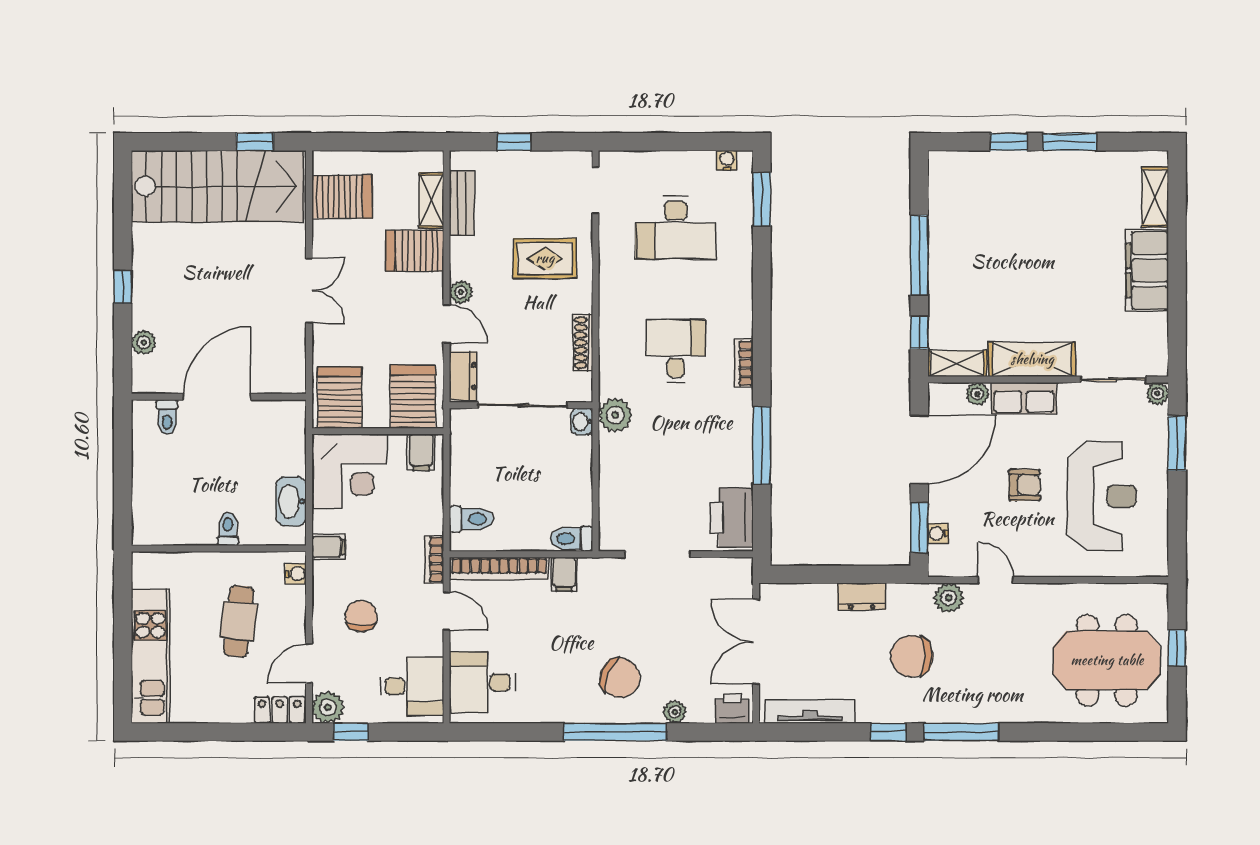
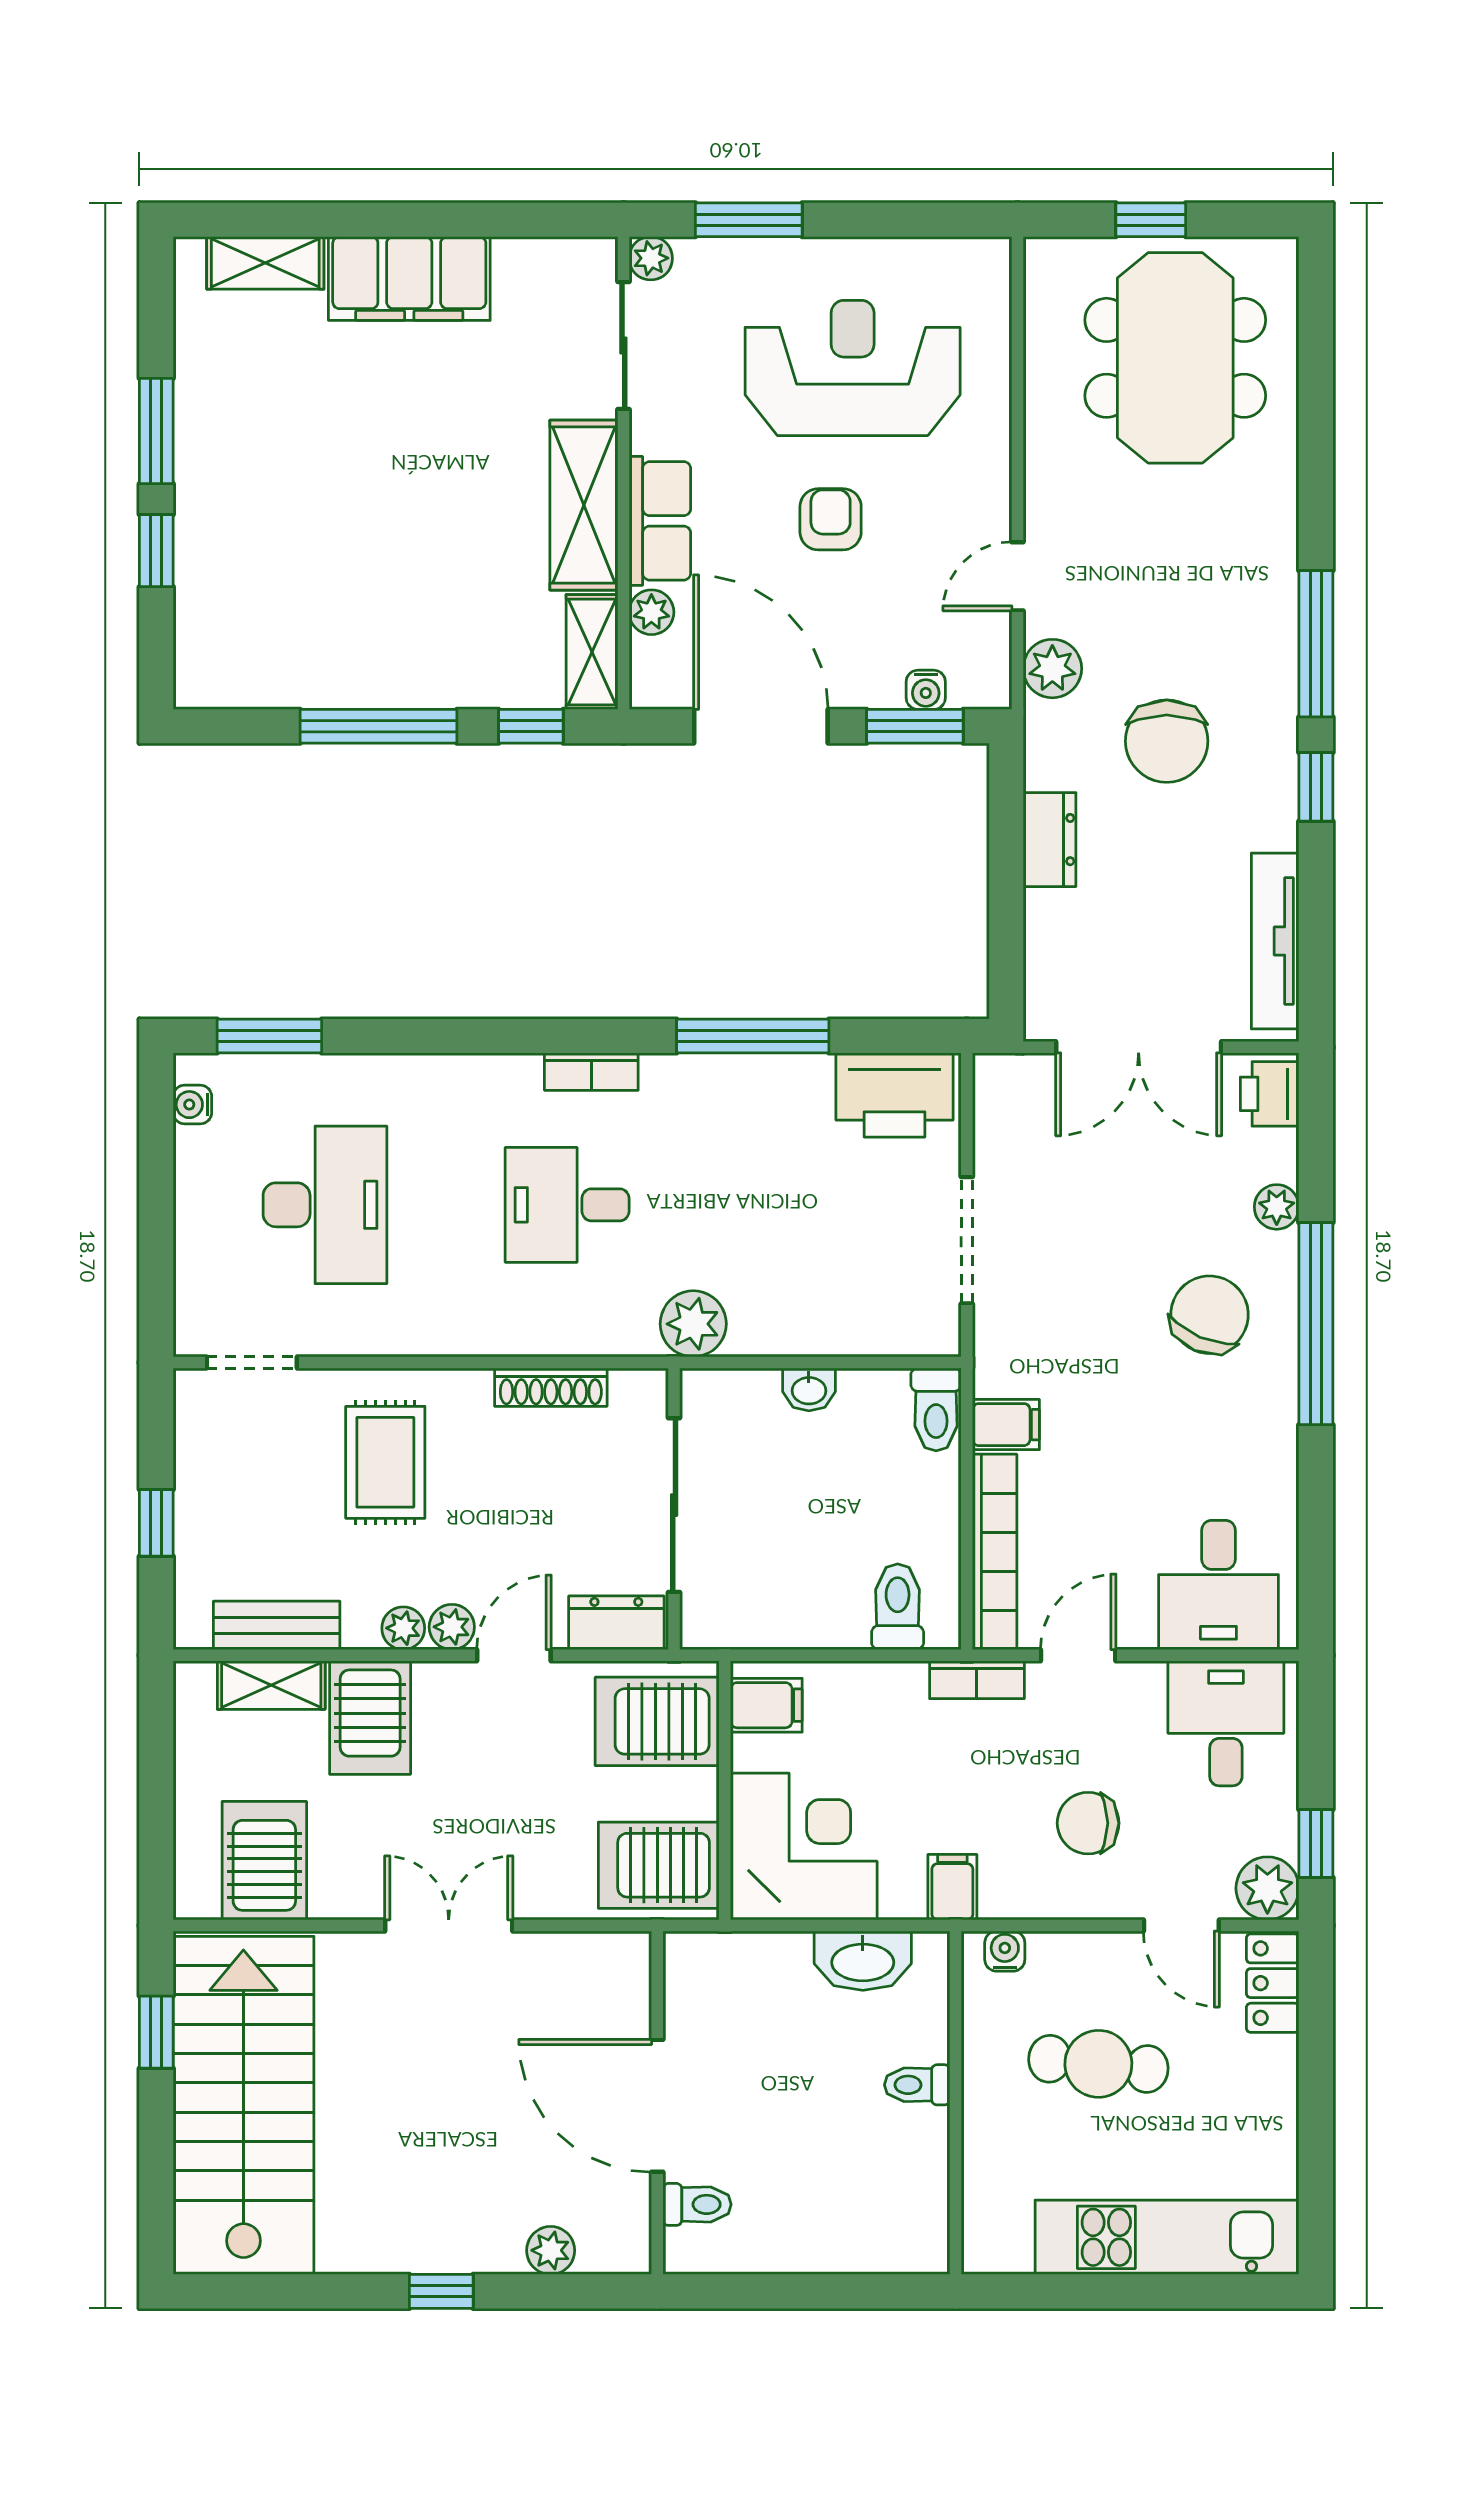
plant: (460, 268) -> (403, 1628), added
washbasin: (582, 422) -> (809, 1389), moved

